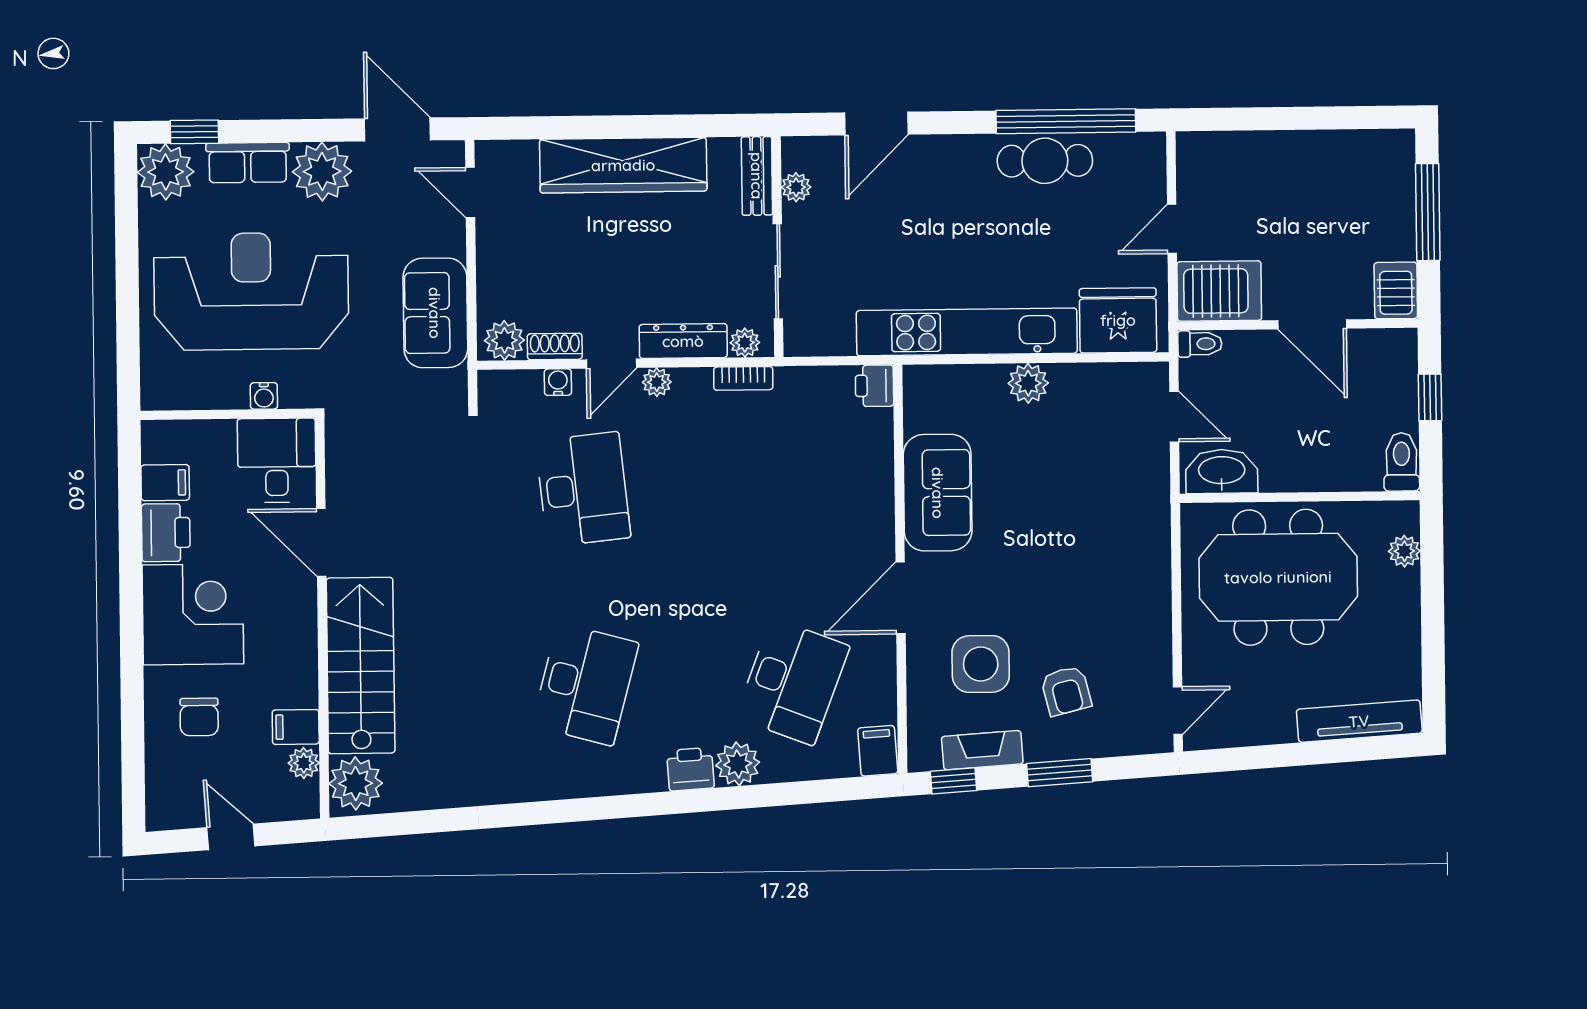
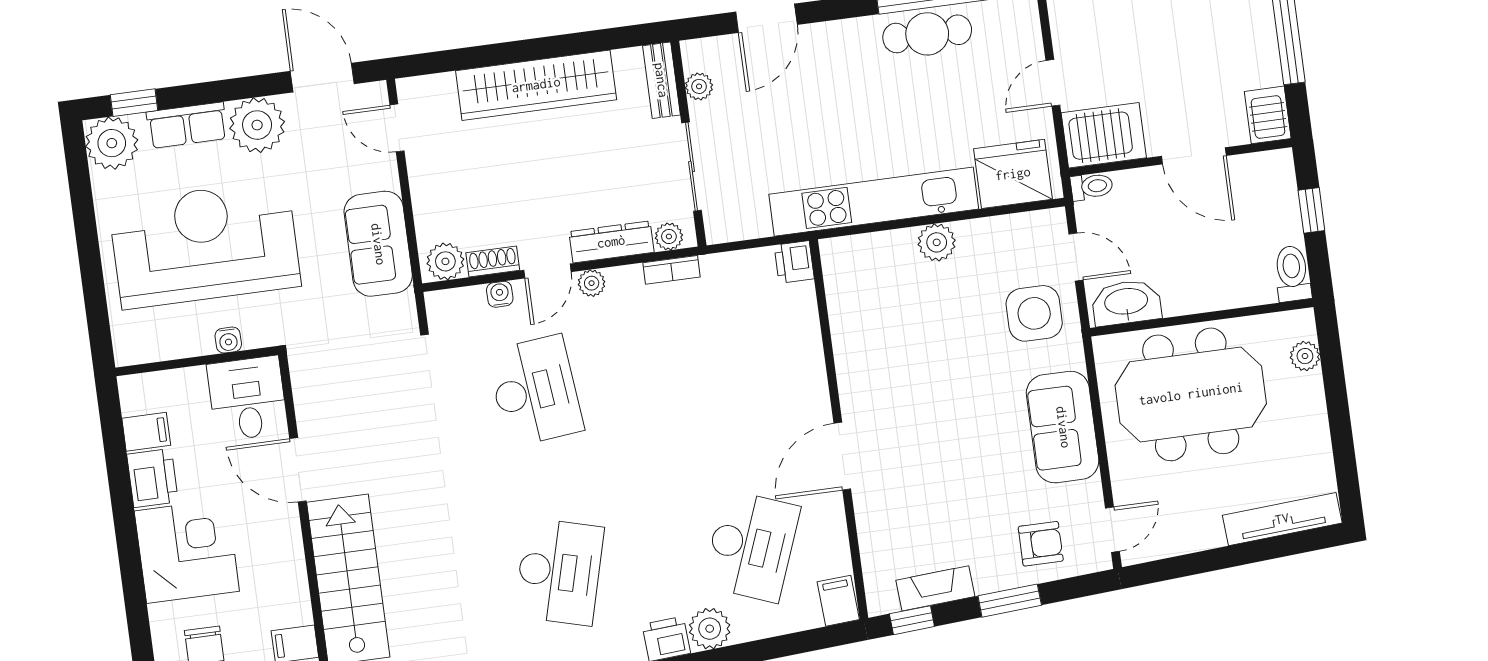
sofa: (938, 493) -> (1063, 427), moved, turned 180
side table: (981, 664) -> (1034, 313), moved
armchair: (1066, 691) -> (1041, 544), moved, turned -76

